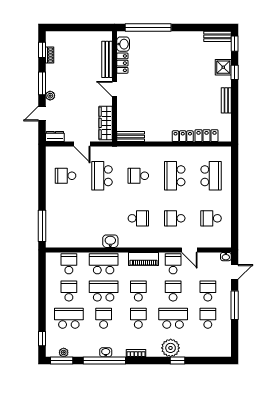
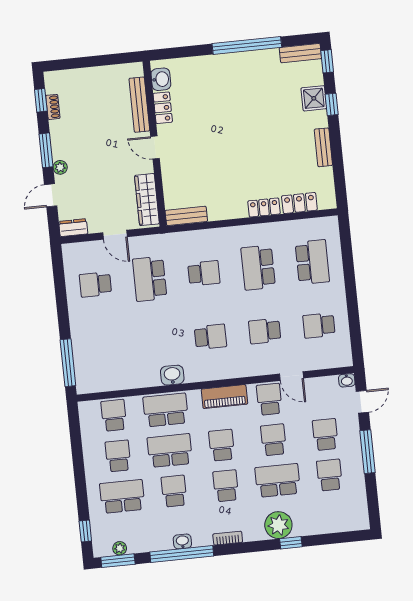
window: (148, 28) -> (247, 45), moved
school desk: (138, 176) -> (204, 273), turned 180

